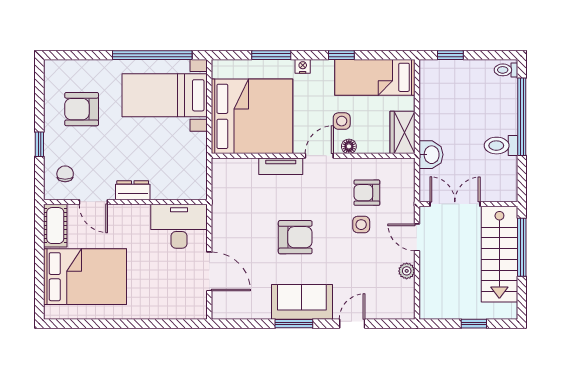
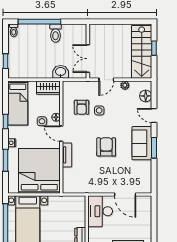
window: (522, 247) -> (112, 22), removed
stairs: (499, 254) -> (142, 52), moved, turned 90
door: (209, 271) -> (125, 194), swing flipped
floor lamp: (387, 309) -> (146, 96), added

